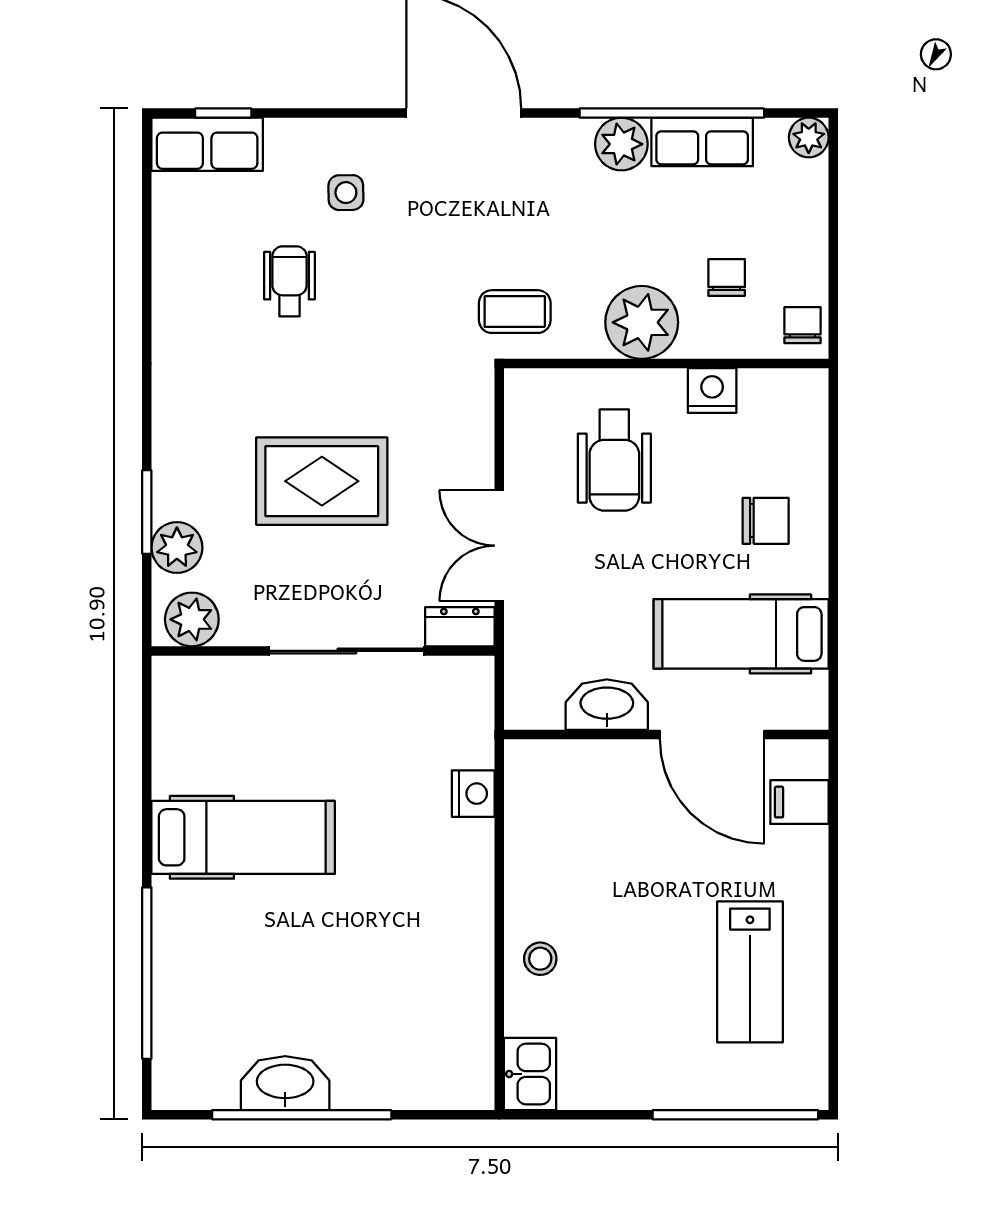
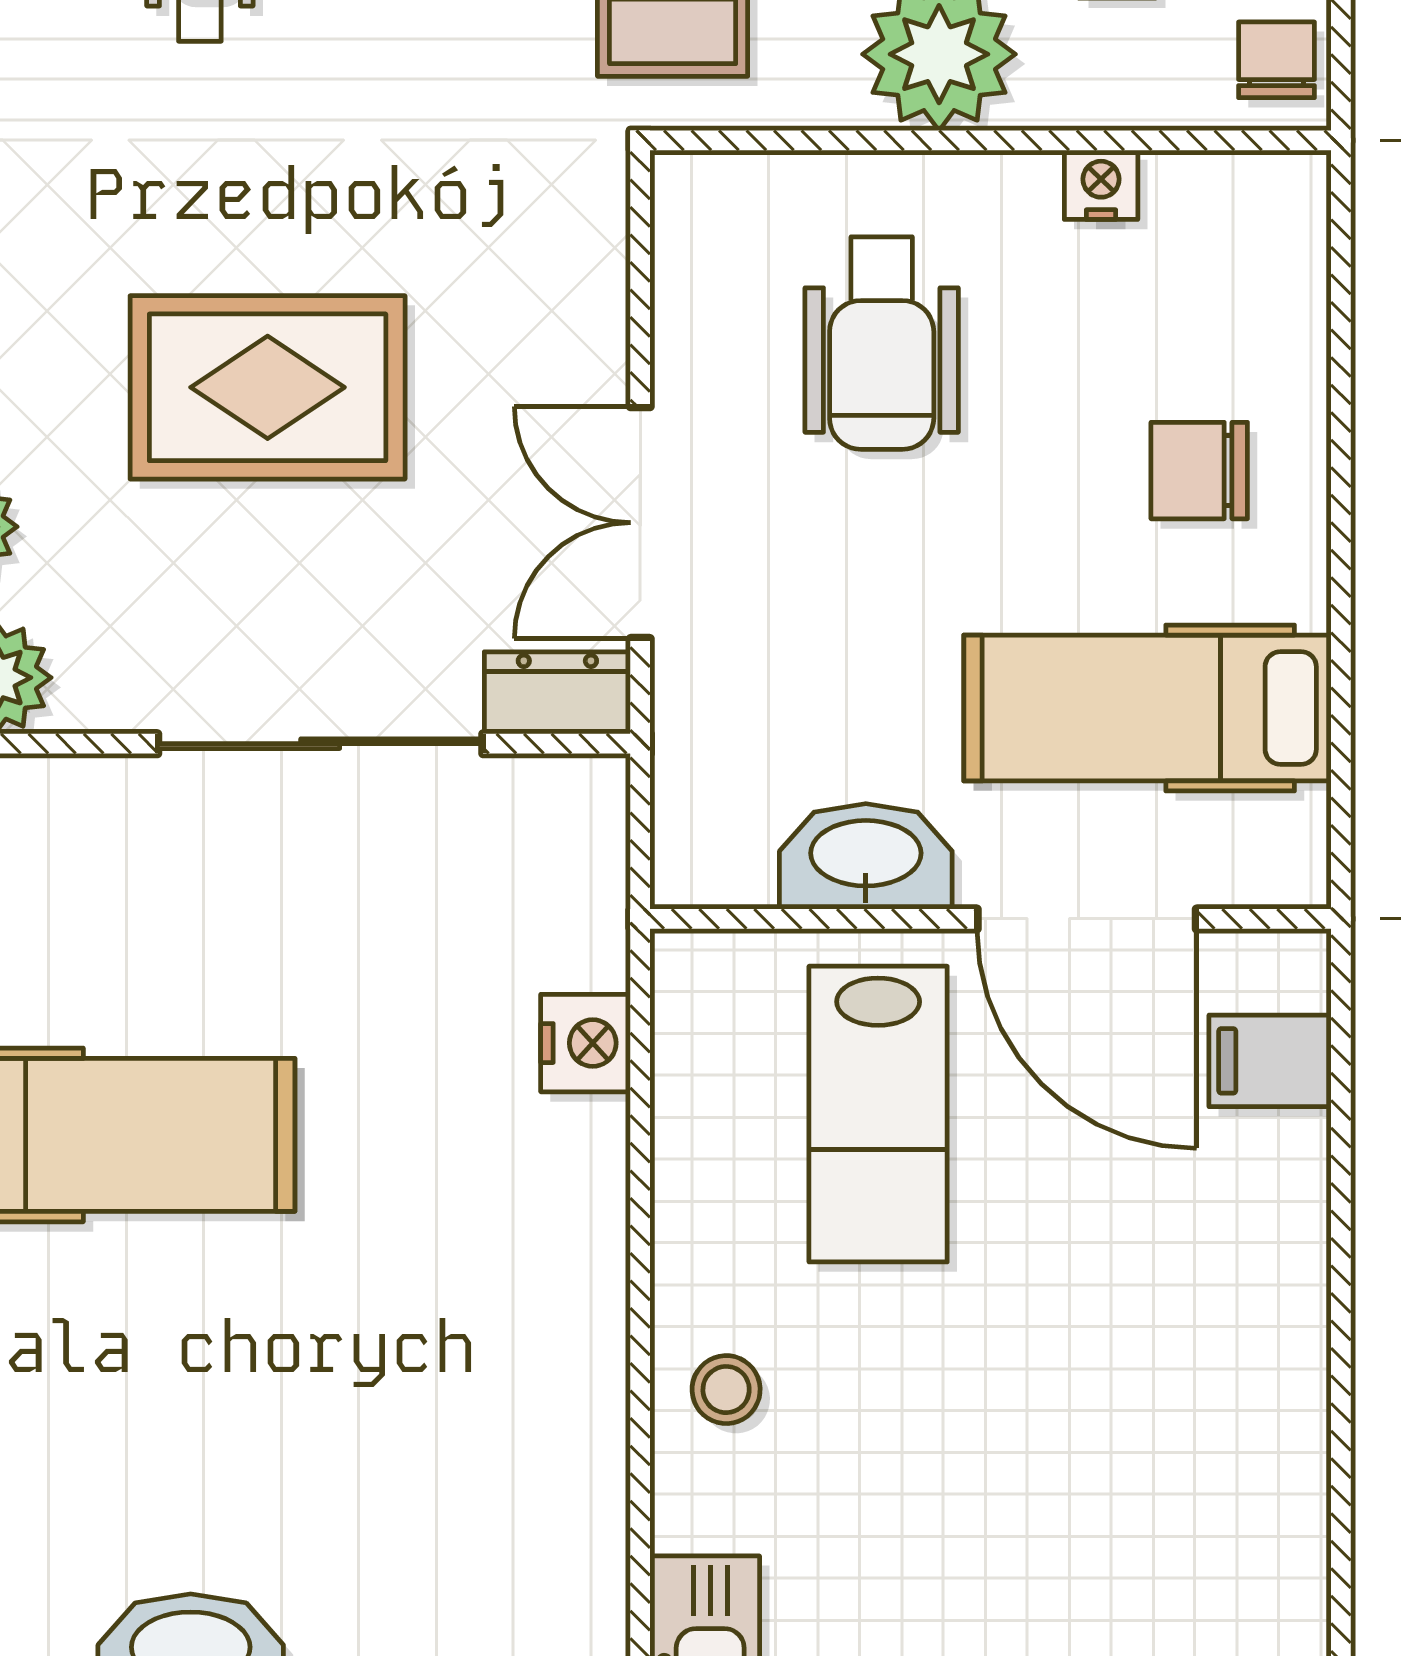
nightstand: (712, 390) -> (1101, 185), width x0.72, depth x0.74
chair: (766, 521) -> (1199, 471), turned 180
lab bench: (750, 972) -> (878, 1114), moved

